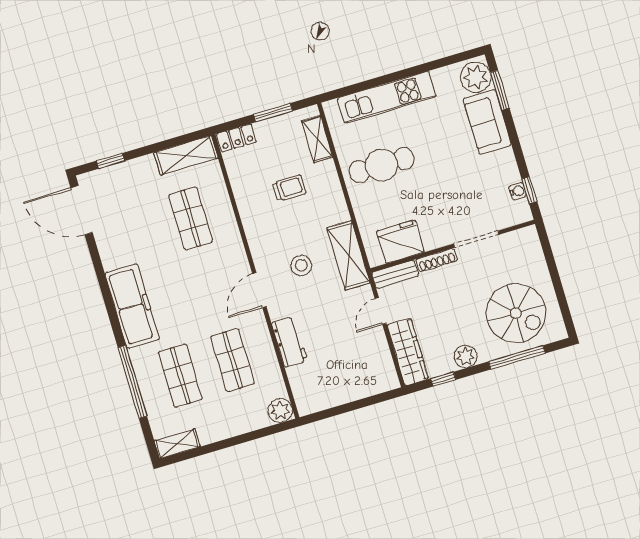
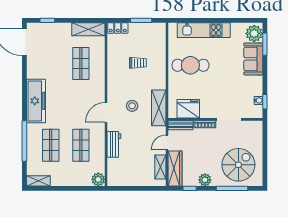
shelving: (317, 139) -> (160, 167), moved
spiral stairs: (516, 313) -> (238, 165), turned -90

